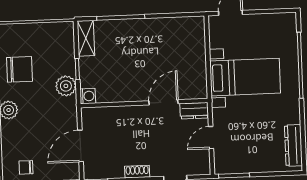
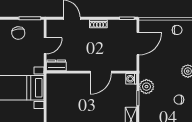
chair: (19, 69) -> (179, 100), width x0.54, depth x0.54
door: (163, 102) -> (101, 72), moved
chair: (250, 154) -> (18, 33), added

